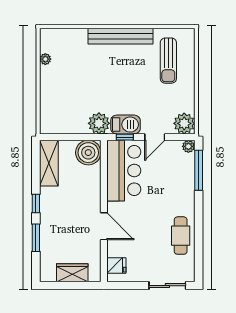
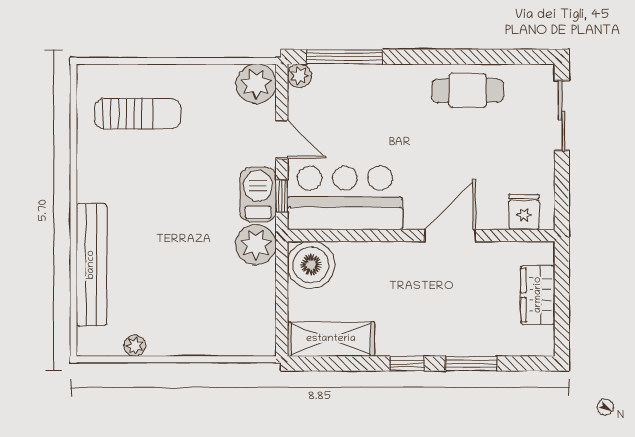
bench: (120, 36) -> (91, 265), moved

